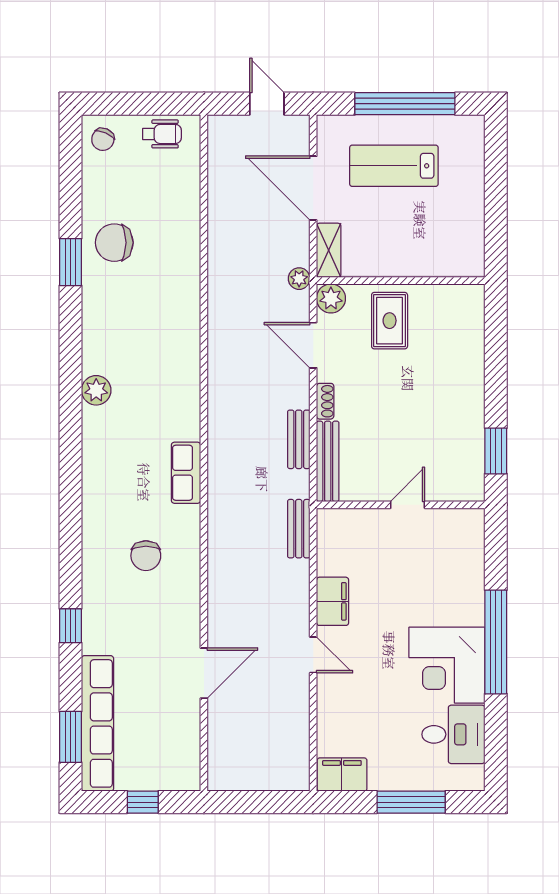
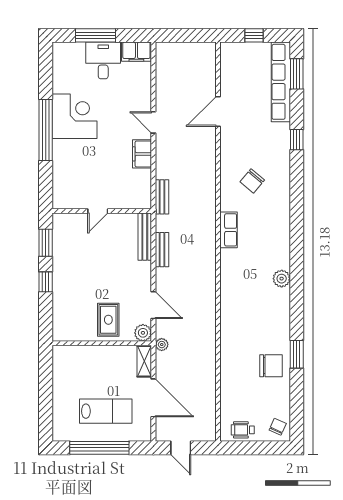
window: (496, 385) -> (46, 282), added
shoe rack: (325, 401) -> (146, 272), removed
chair: (146, 556) -> (252, 181), turned -140
desk: (453, 734) -> (103, 60), moved, turned 90

